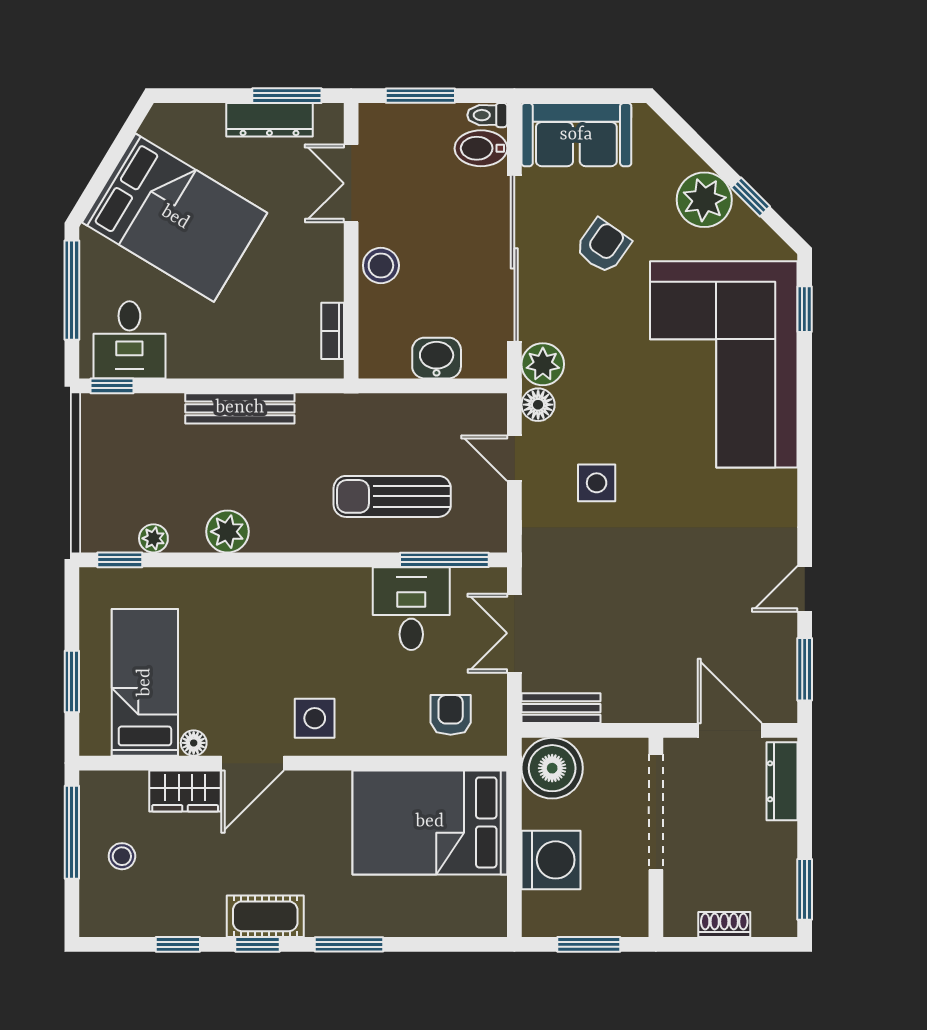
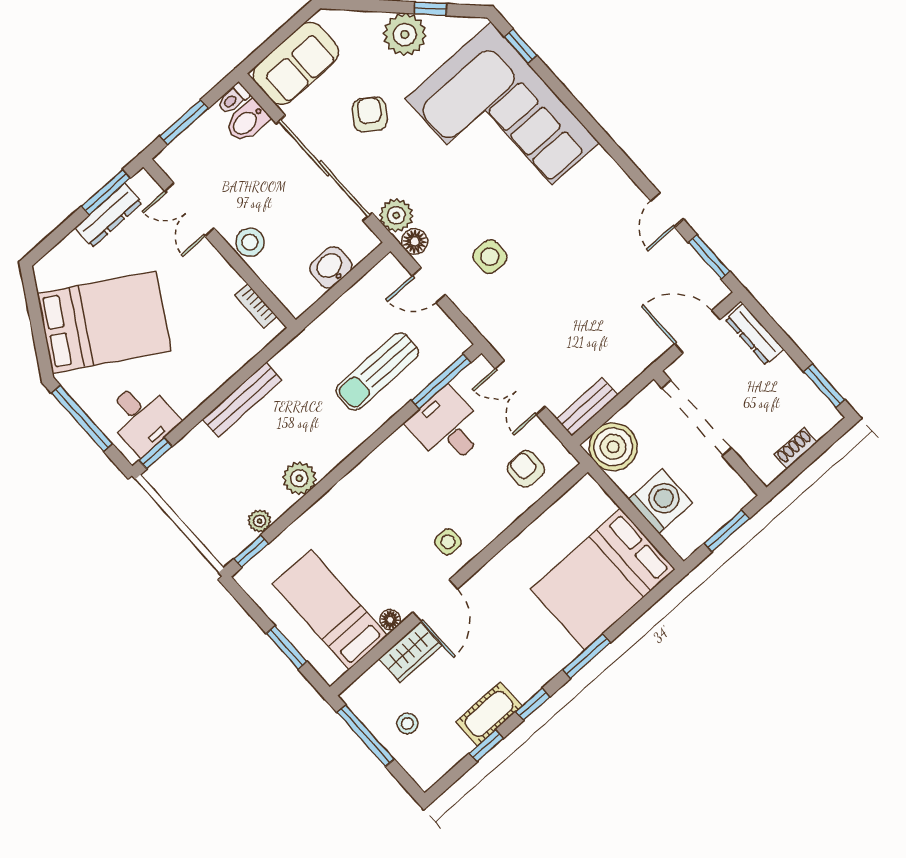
side table: (315, 718) -> (448, 542), width x0.73, depth x0.73
bed: (430, 822) -> (603, 579), moved
cot: (265, 916) -> (489, 714), moved

